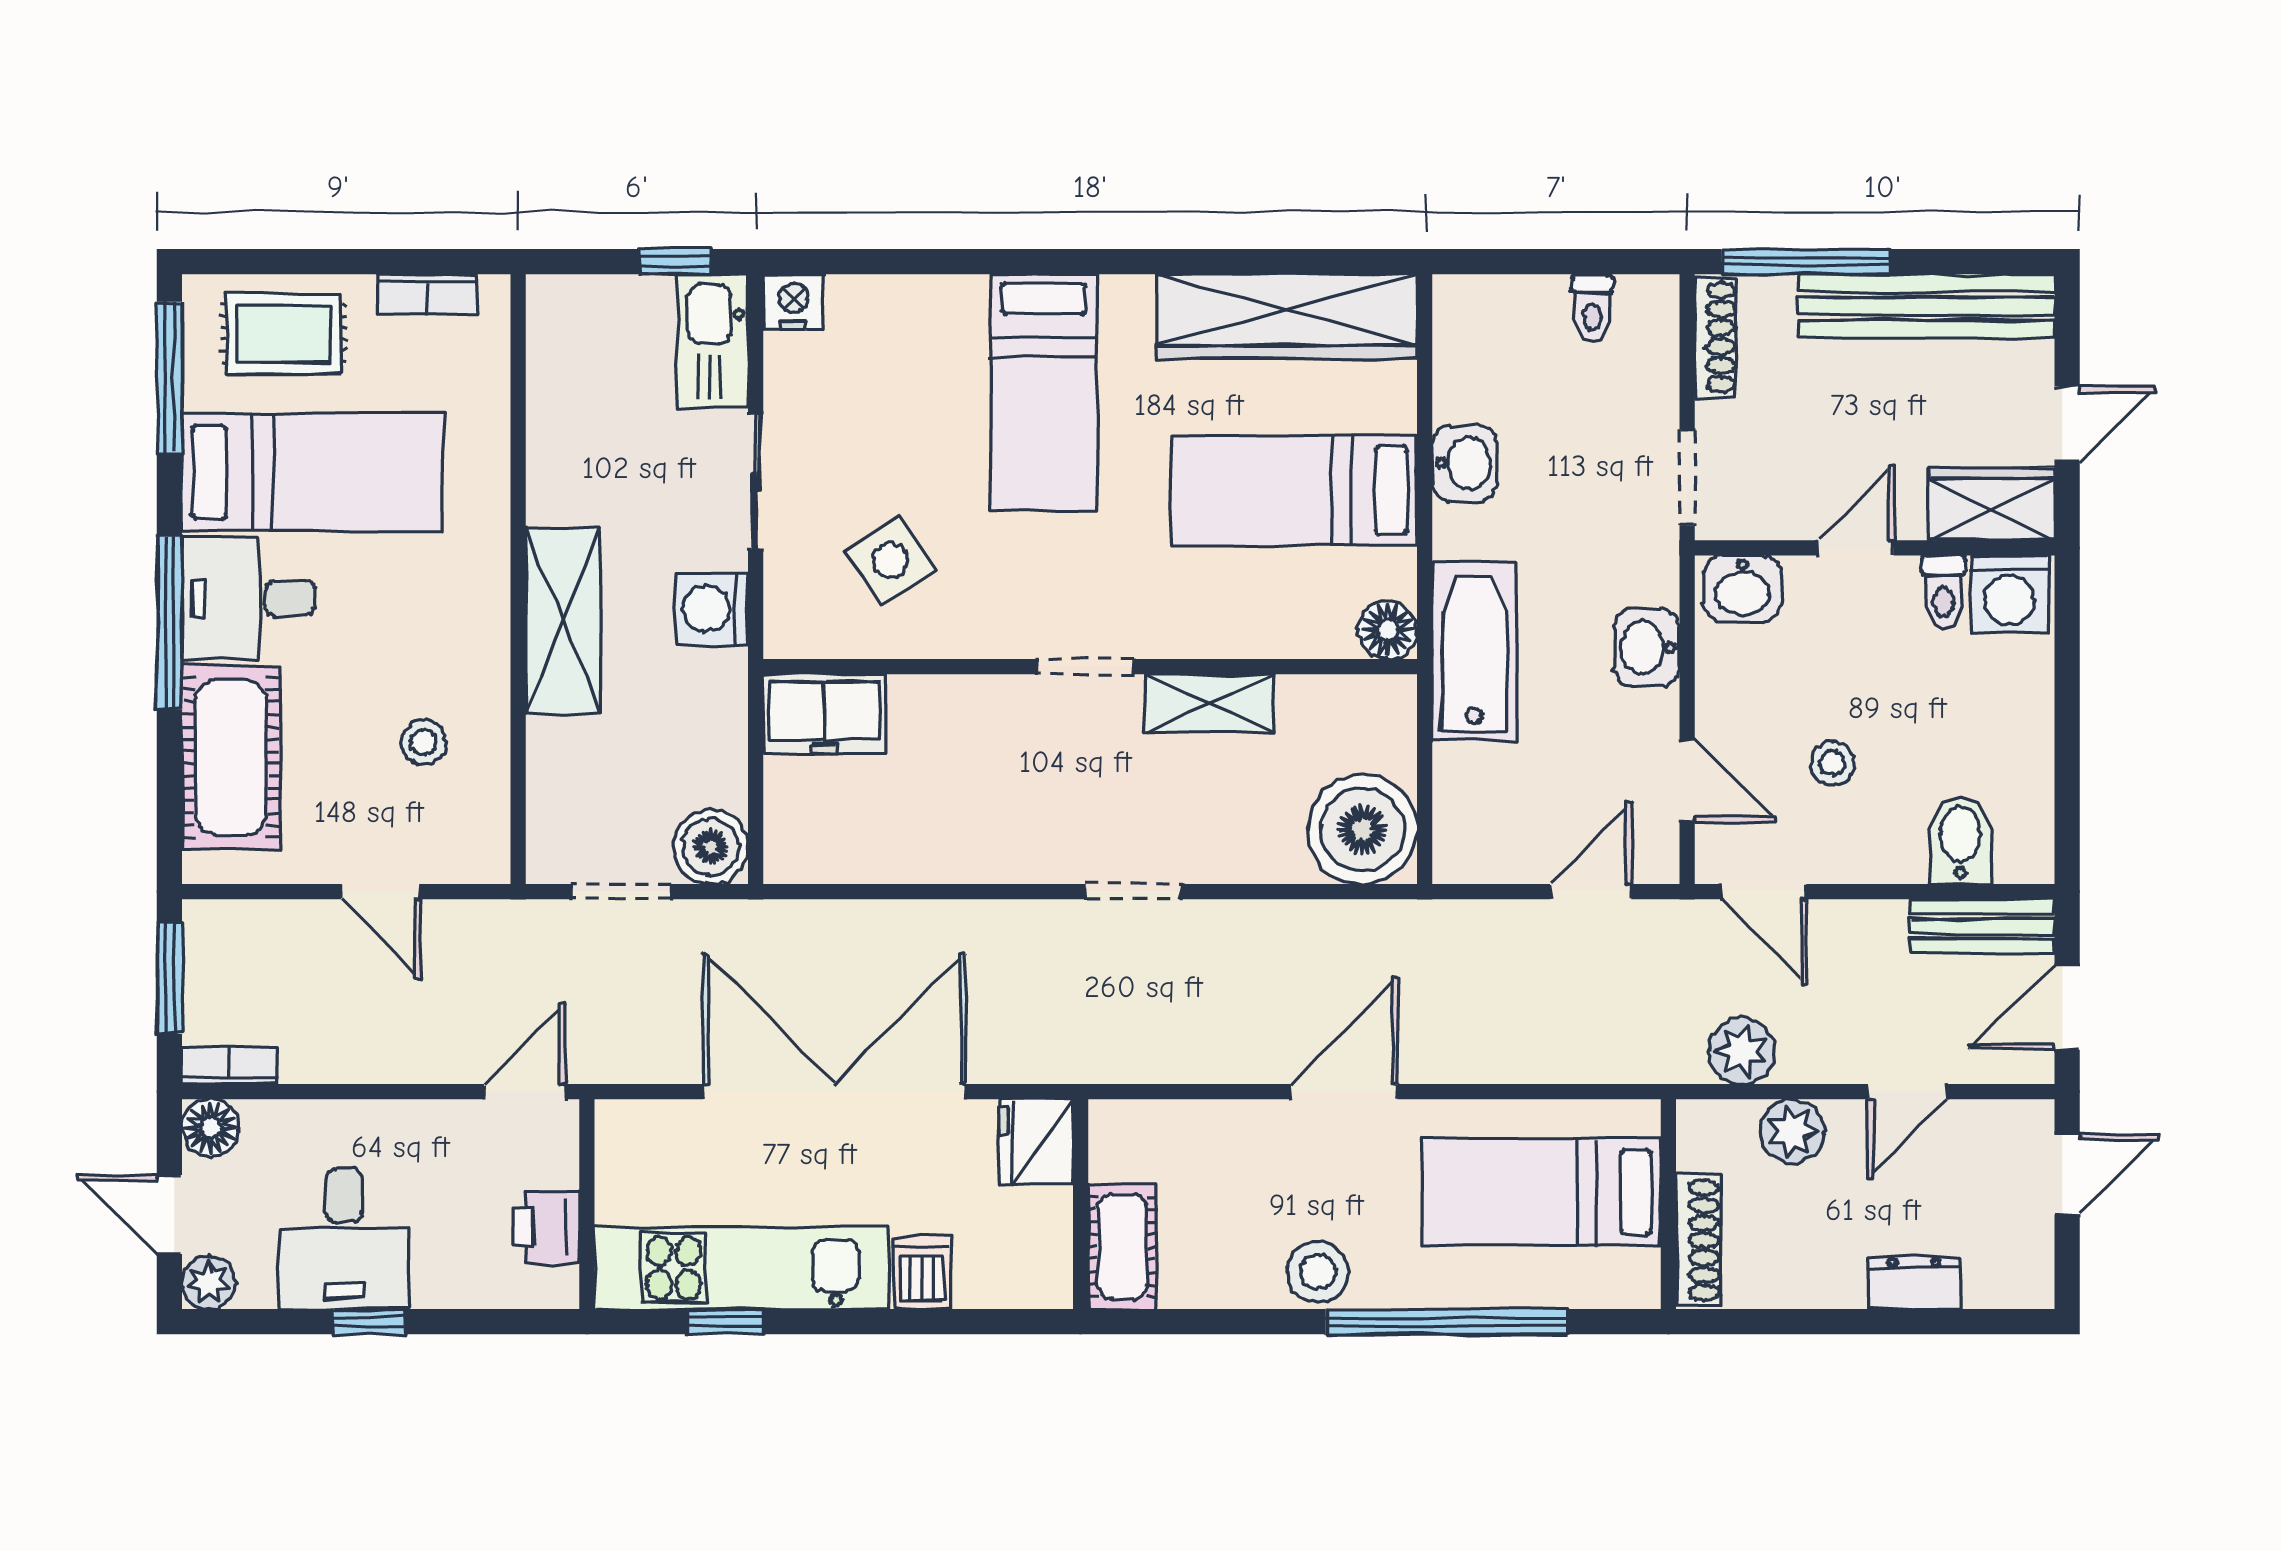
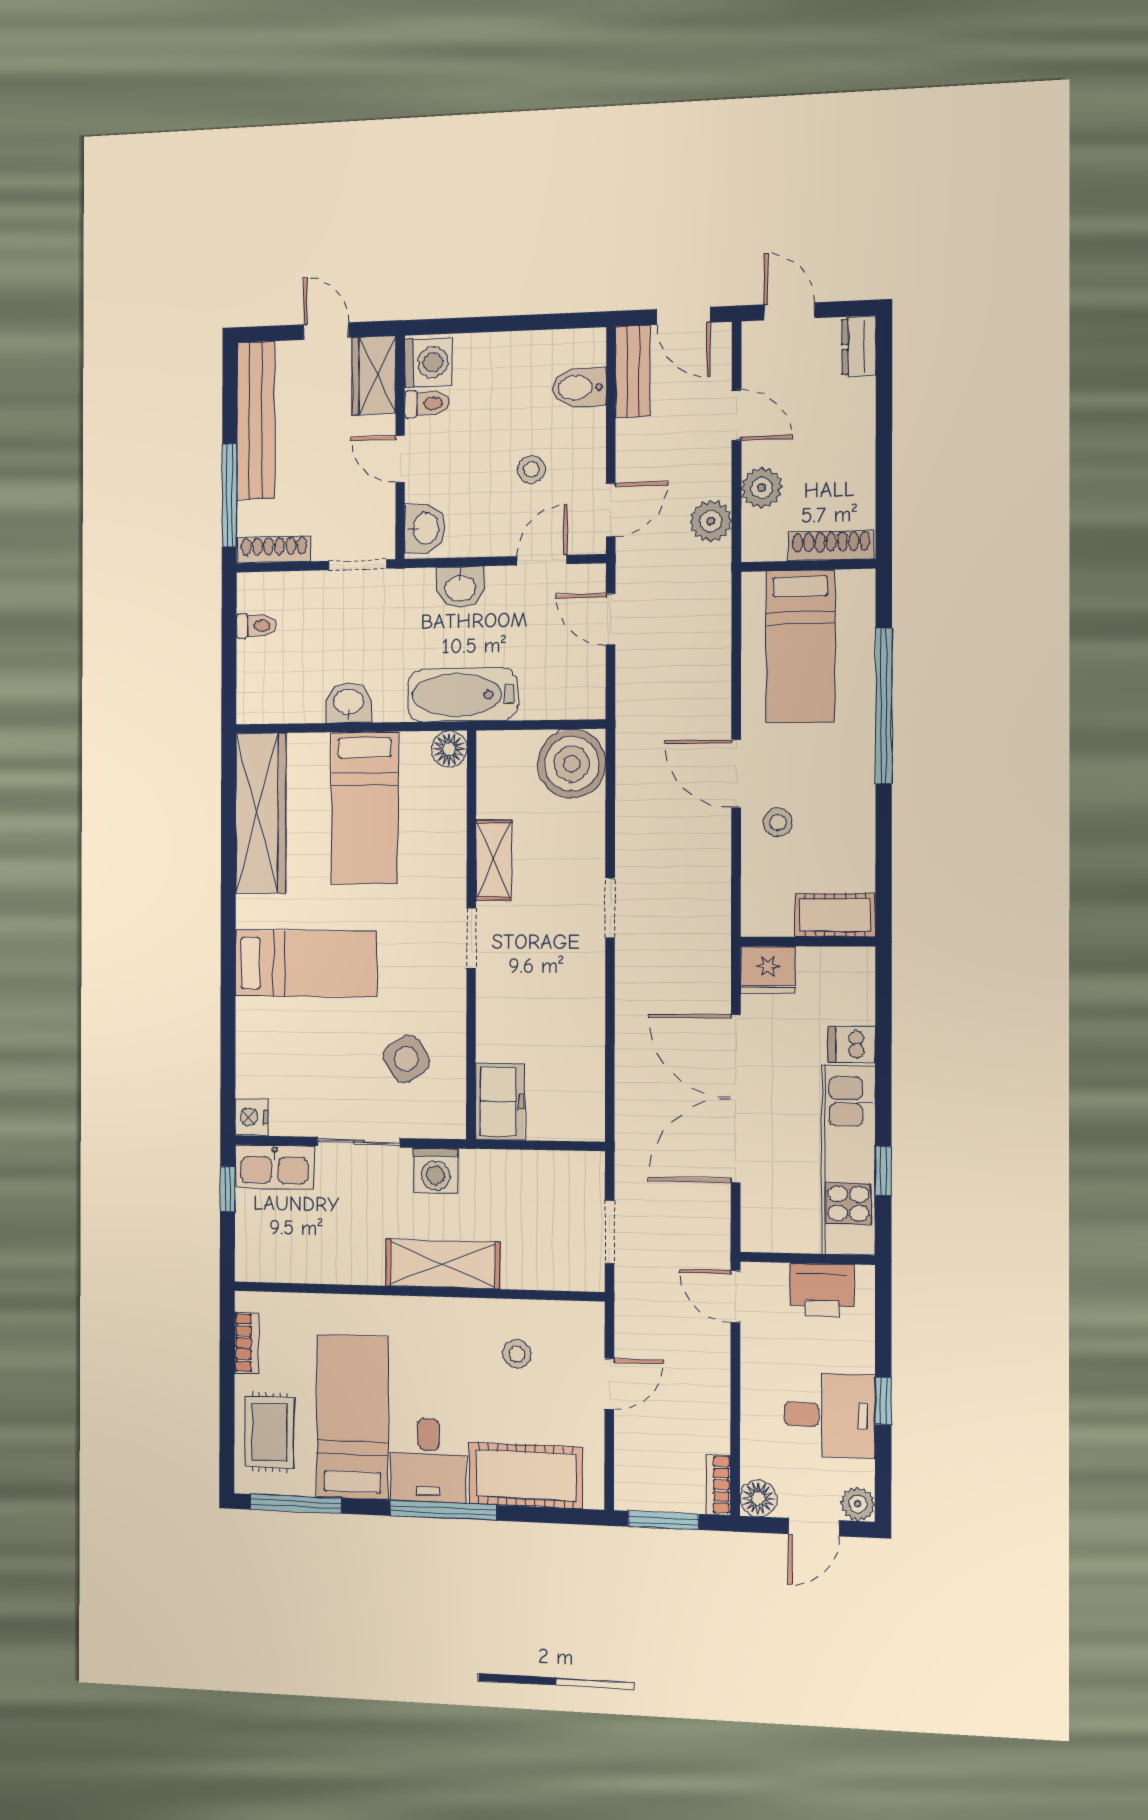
boiler: (711, 847) -> (582, 1174), removed
printer: (546, 1227) -> (822, 1290), width x1.36, depth x1.24
stool: (1318, 1272) -> (778, 822), moved, width x0.73, depth x0.73
dresser: (1914, 1283) -> (859, 346), moved

